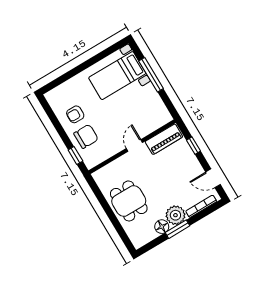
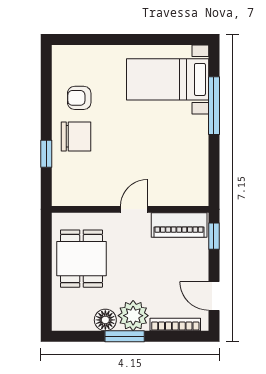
piano: (164, 139) -> (179, 225), moved
door: (134, 145) -> (134, 209), moved
wall: (132, 147) -> (130, 209), moved

